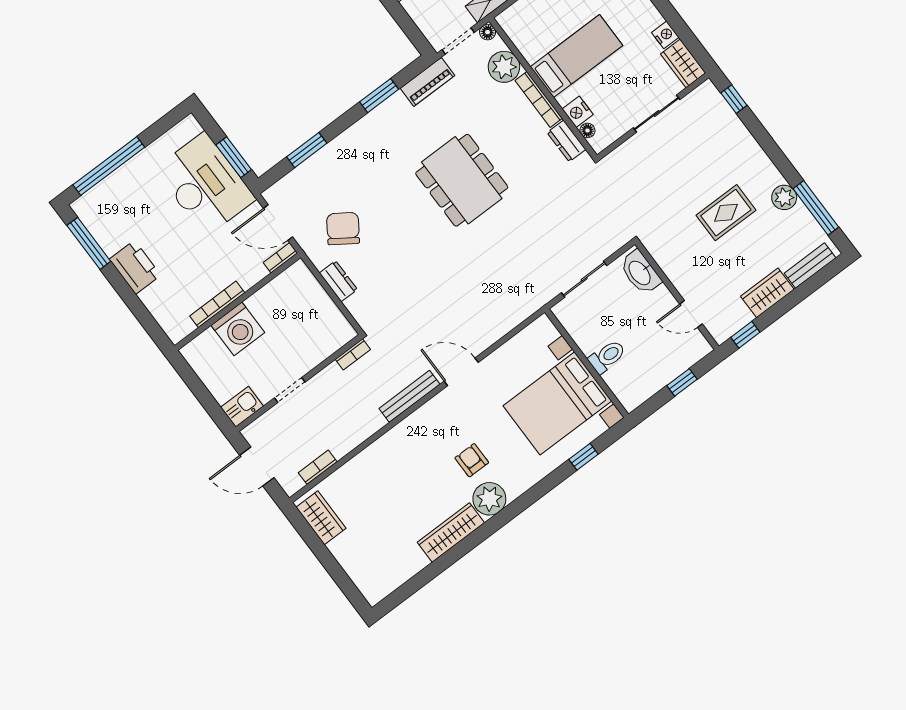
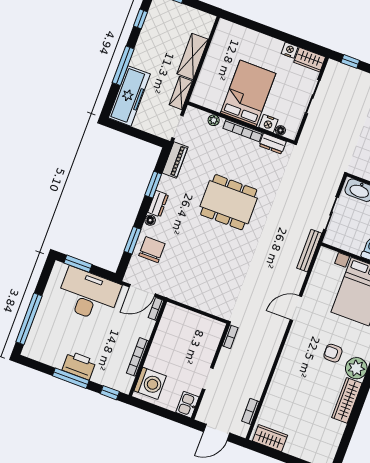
floor lamp: (488, 32) -> (150, 220), moved
bed: (576, 56) -> (248, 93), width x1.50
plant: (504, 67) -> (214, 120), width x0.53, depth x0.53
window: (234, 157) -> (78, 264), moved
chair: (343, 229) -> (152, 250), moved, turned 56
window: (89, 243) -> (71, 378), moved
dresser: (338, 281) -> (158, 204), moved, turned 90
window: (152, 328) -> (110, 393), added
washing machine: (238, 329) -> (150, 383), moved
bench: (409, 396) -> (309, 251), moved

